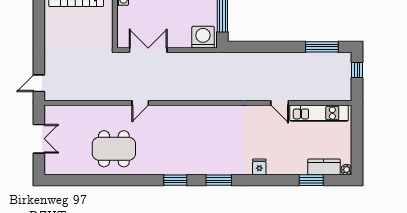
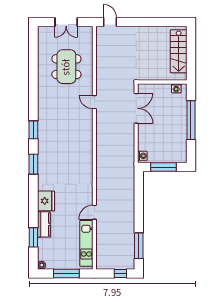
washing machine: (203, 37) -> (142, 156), width x0.53, depth x0.53
window: (357, 138) -> (66, 274), added
dining table: (114, 149) -> (66, 67), moved
fridge: (259, 167) -> (46, 201), width x1.88, depth x1.34
kitchen counter: (324, 167) -> (44, 224), moved

